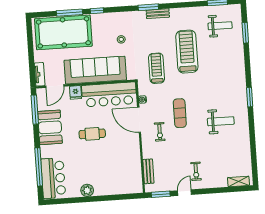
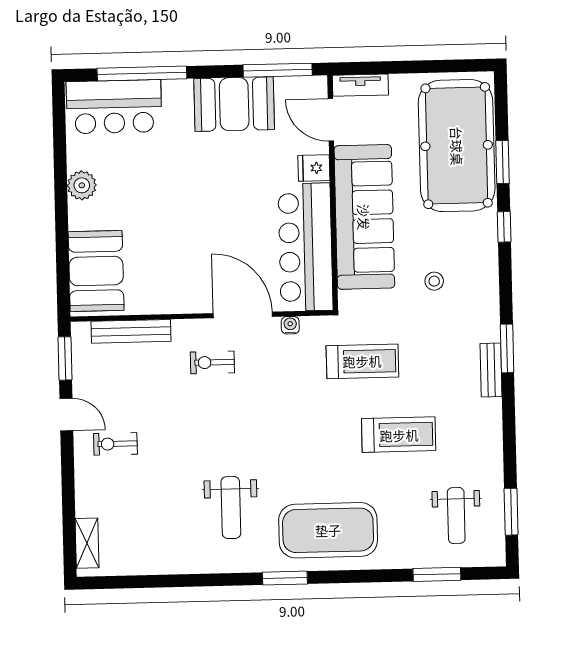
window: (70, 13) -> (503, 162), width x0.69
treadmill: (187, 52) -> (399, 435), width x0.73, depth x0.73
exercise mat: (180, 113) -> (328, 530), moved, width x2.00, depth x1.45
door: (139, 120) -> (243, 315), hinge flipped
cafe table: (92, 134) -> (214, 203), removed
bench: (148, 171) -> (131, 331), width x1.36
booth: (123, 183) -> (96, 271), added

